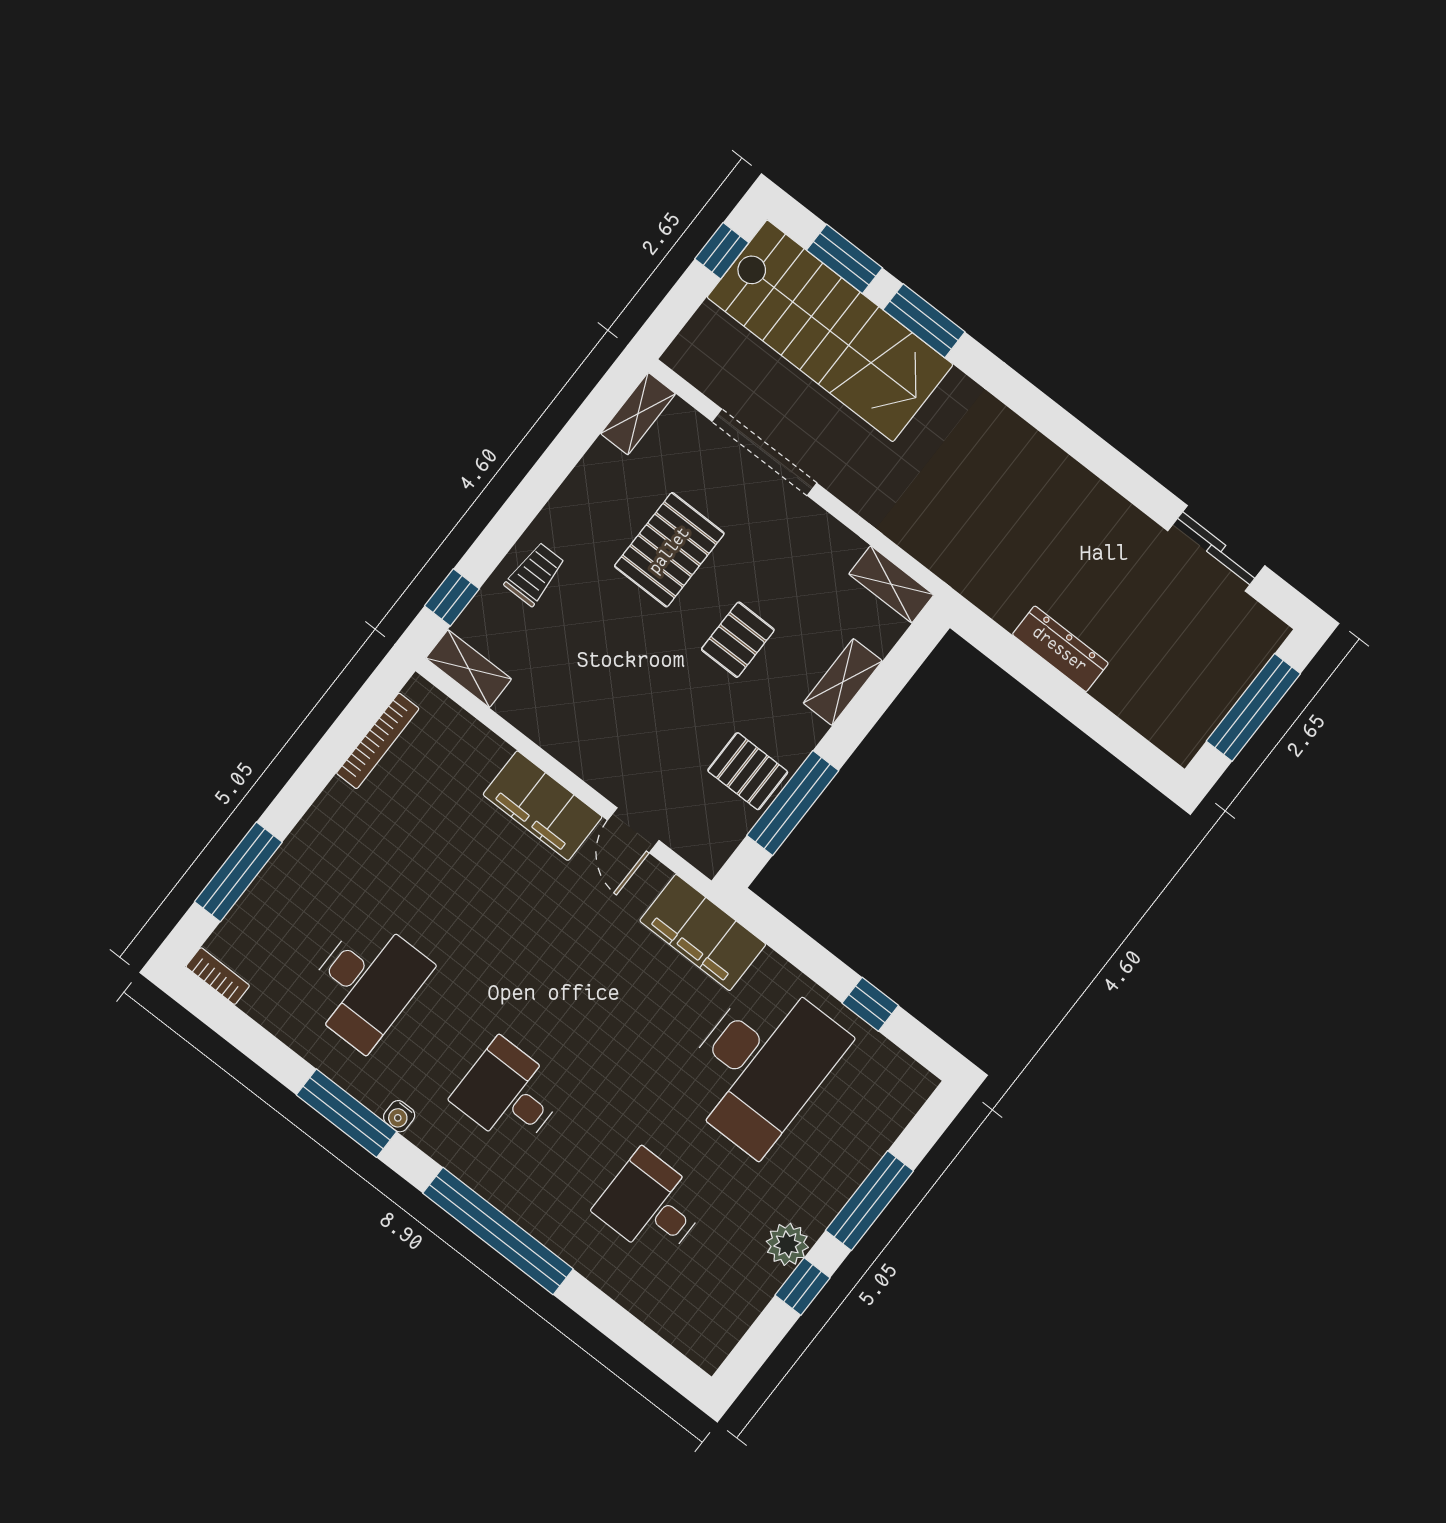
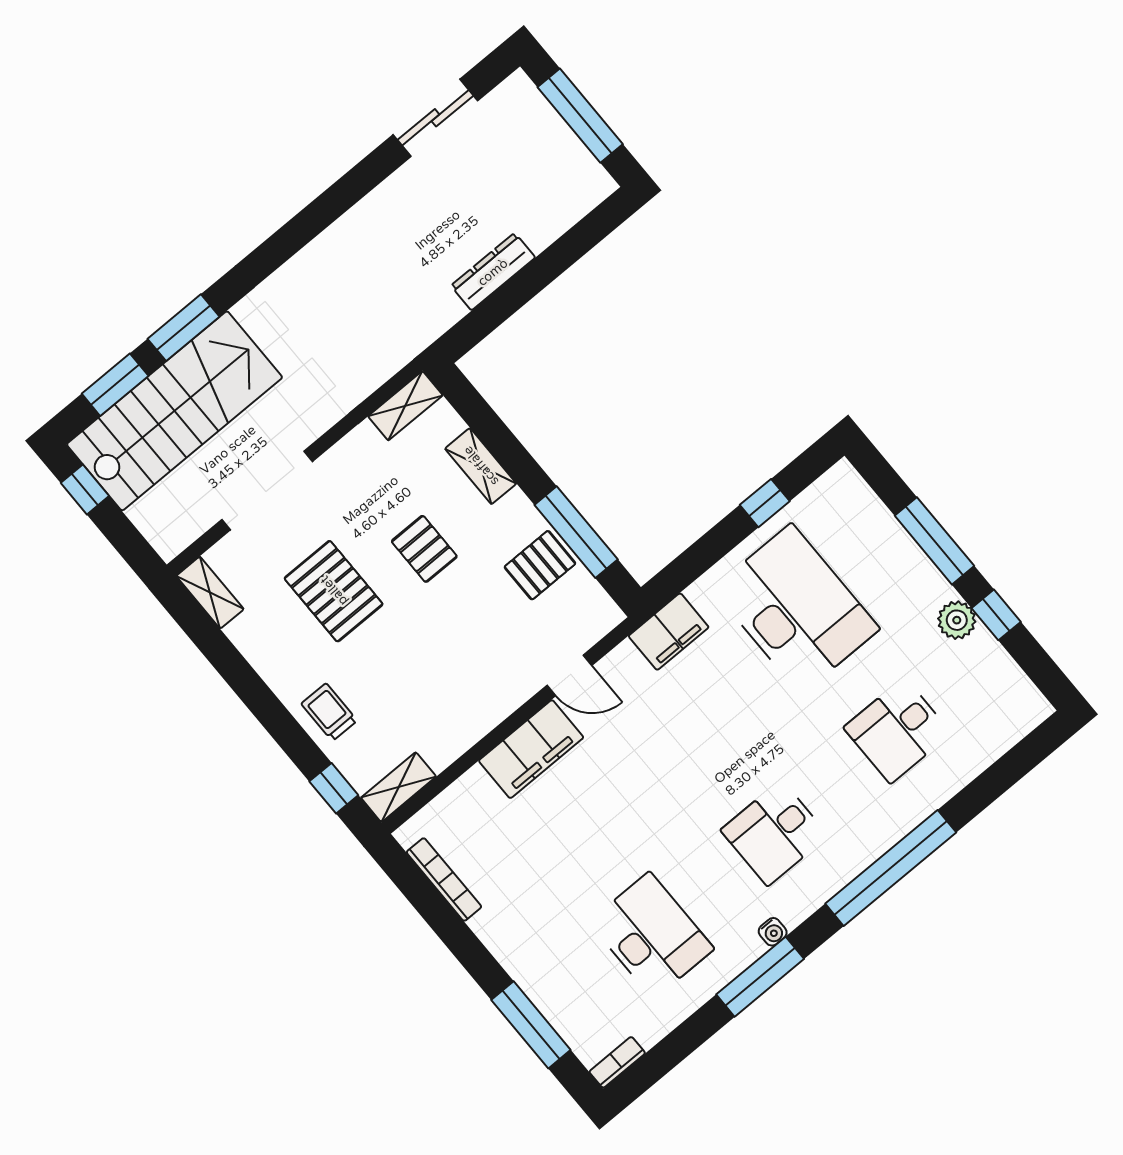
filing cabinet: (703, 932) -> (669, 632), width x0.67, depth x0.86

